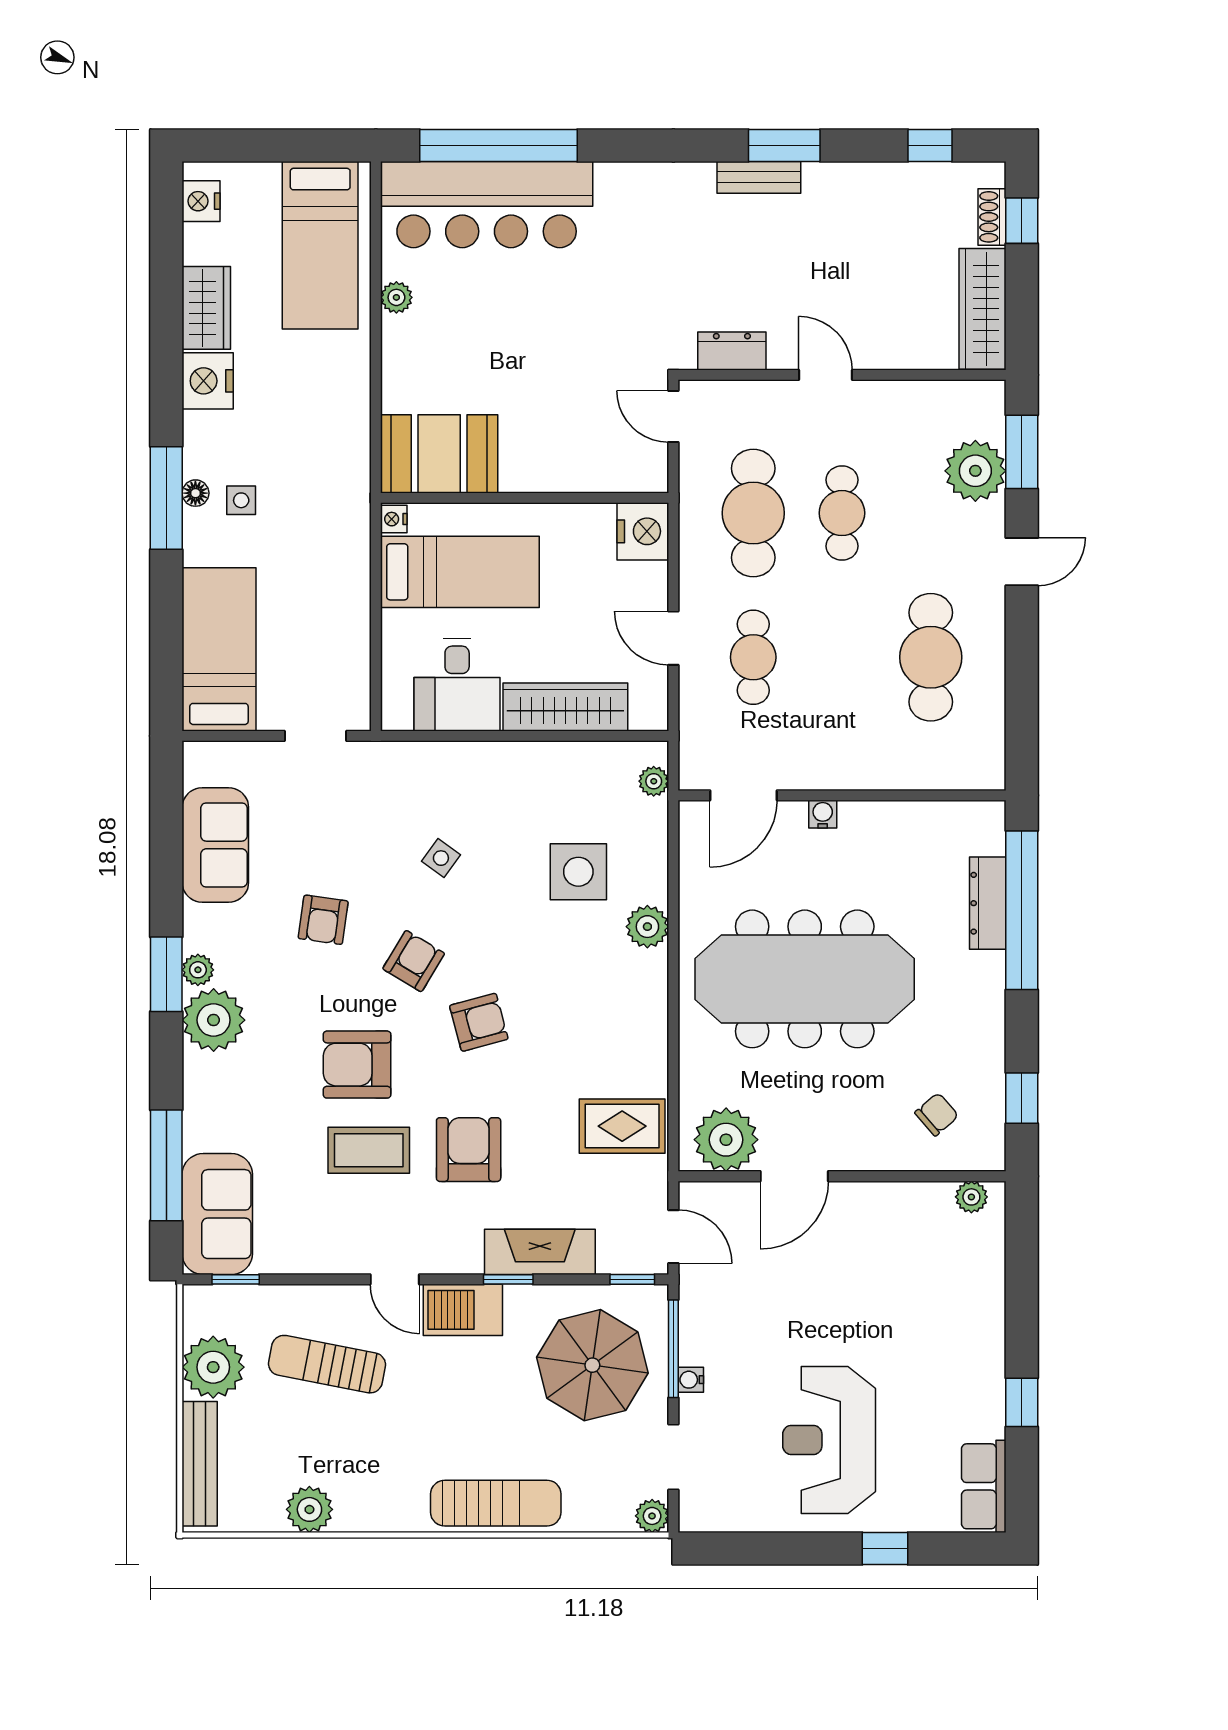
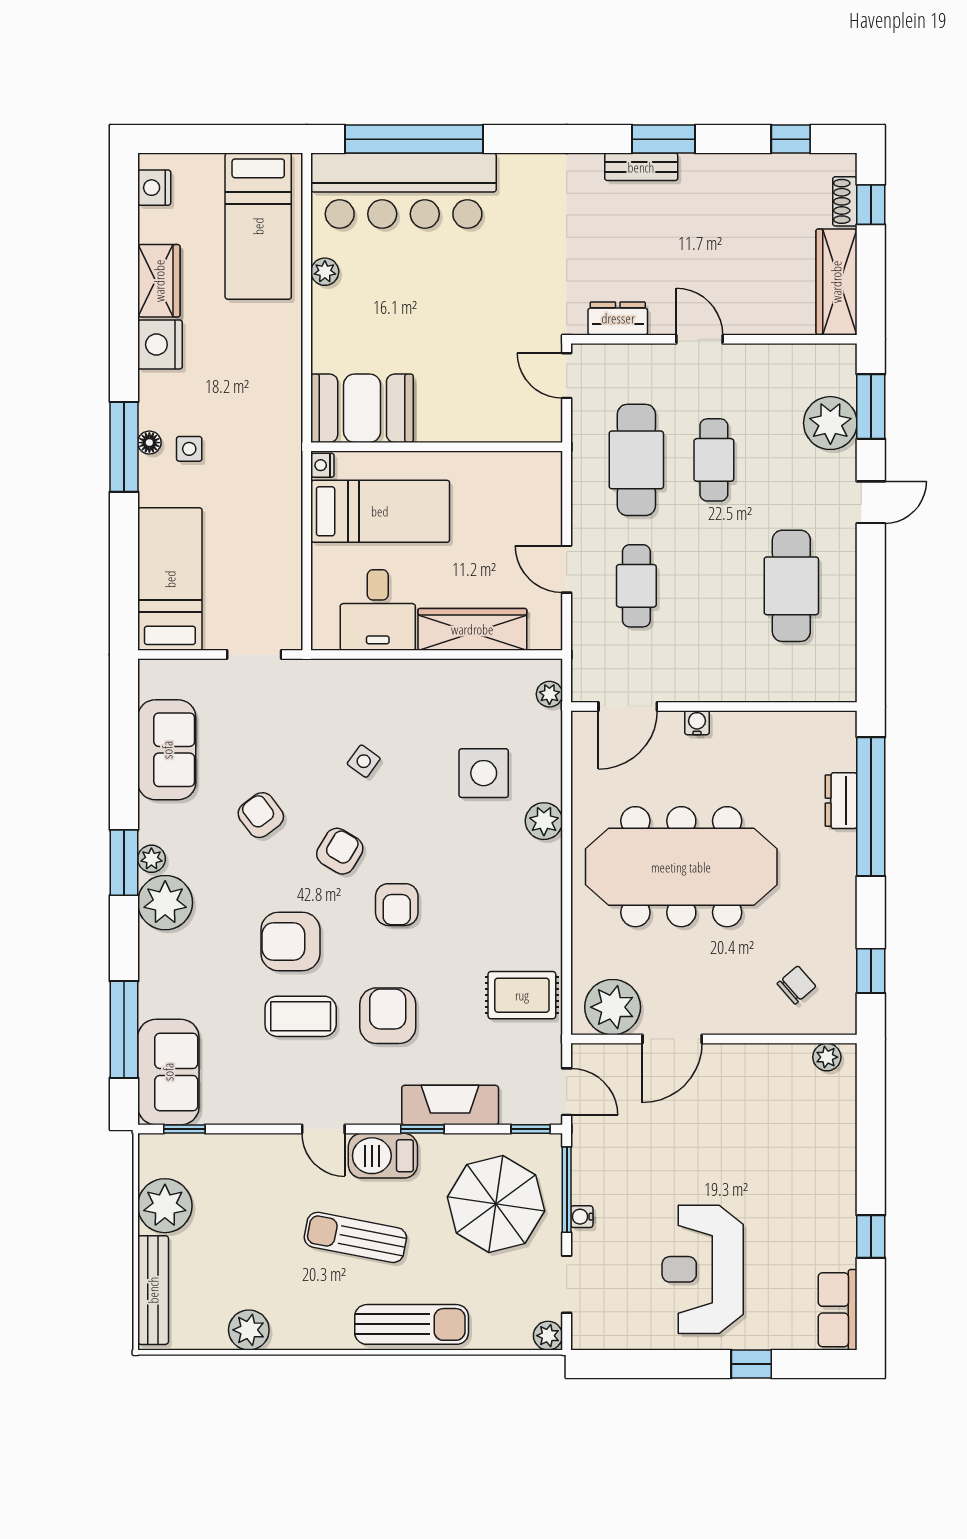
nightstand: (643, 531) -> (540, 476), removed
dresser: (988, 903) -> (841, 801), width x0.70
armchair: (323, 920) -> (261, 815), turned 135
armchair: (479, 1022) -> (397, 905), turned 105
sun lounger: (327, 1364) -> (355, 1237), moved

